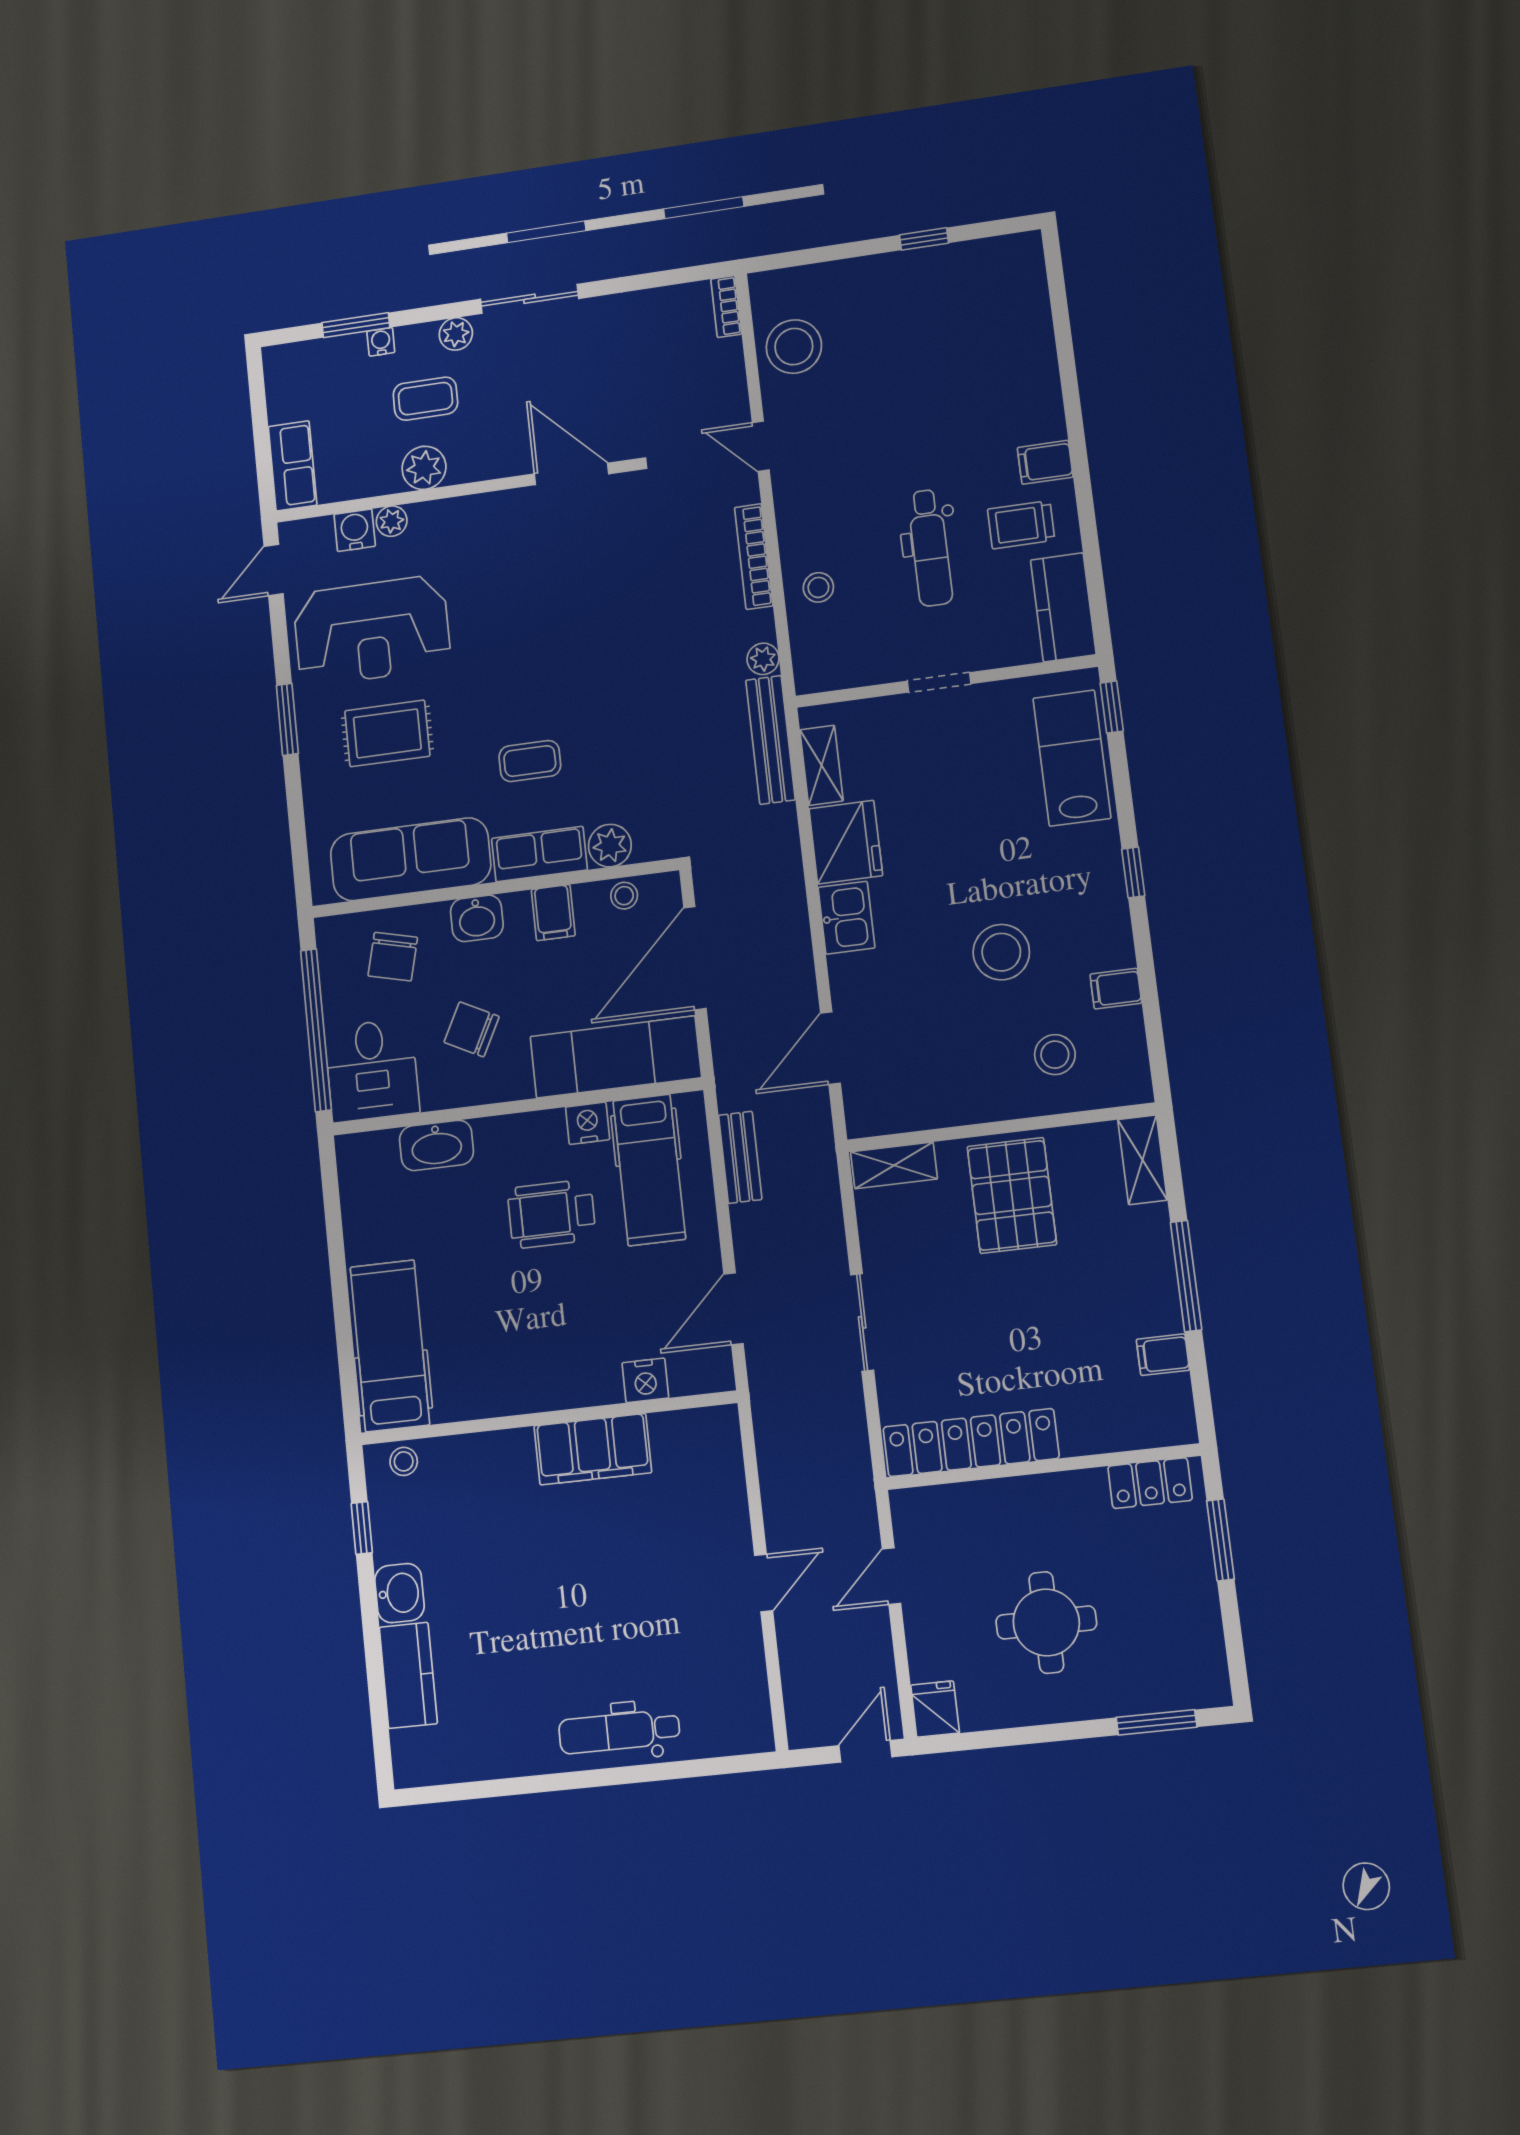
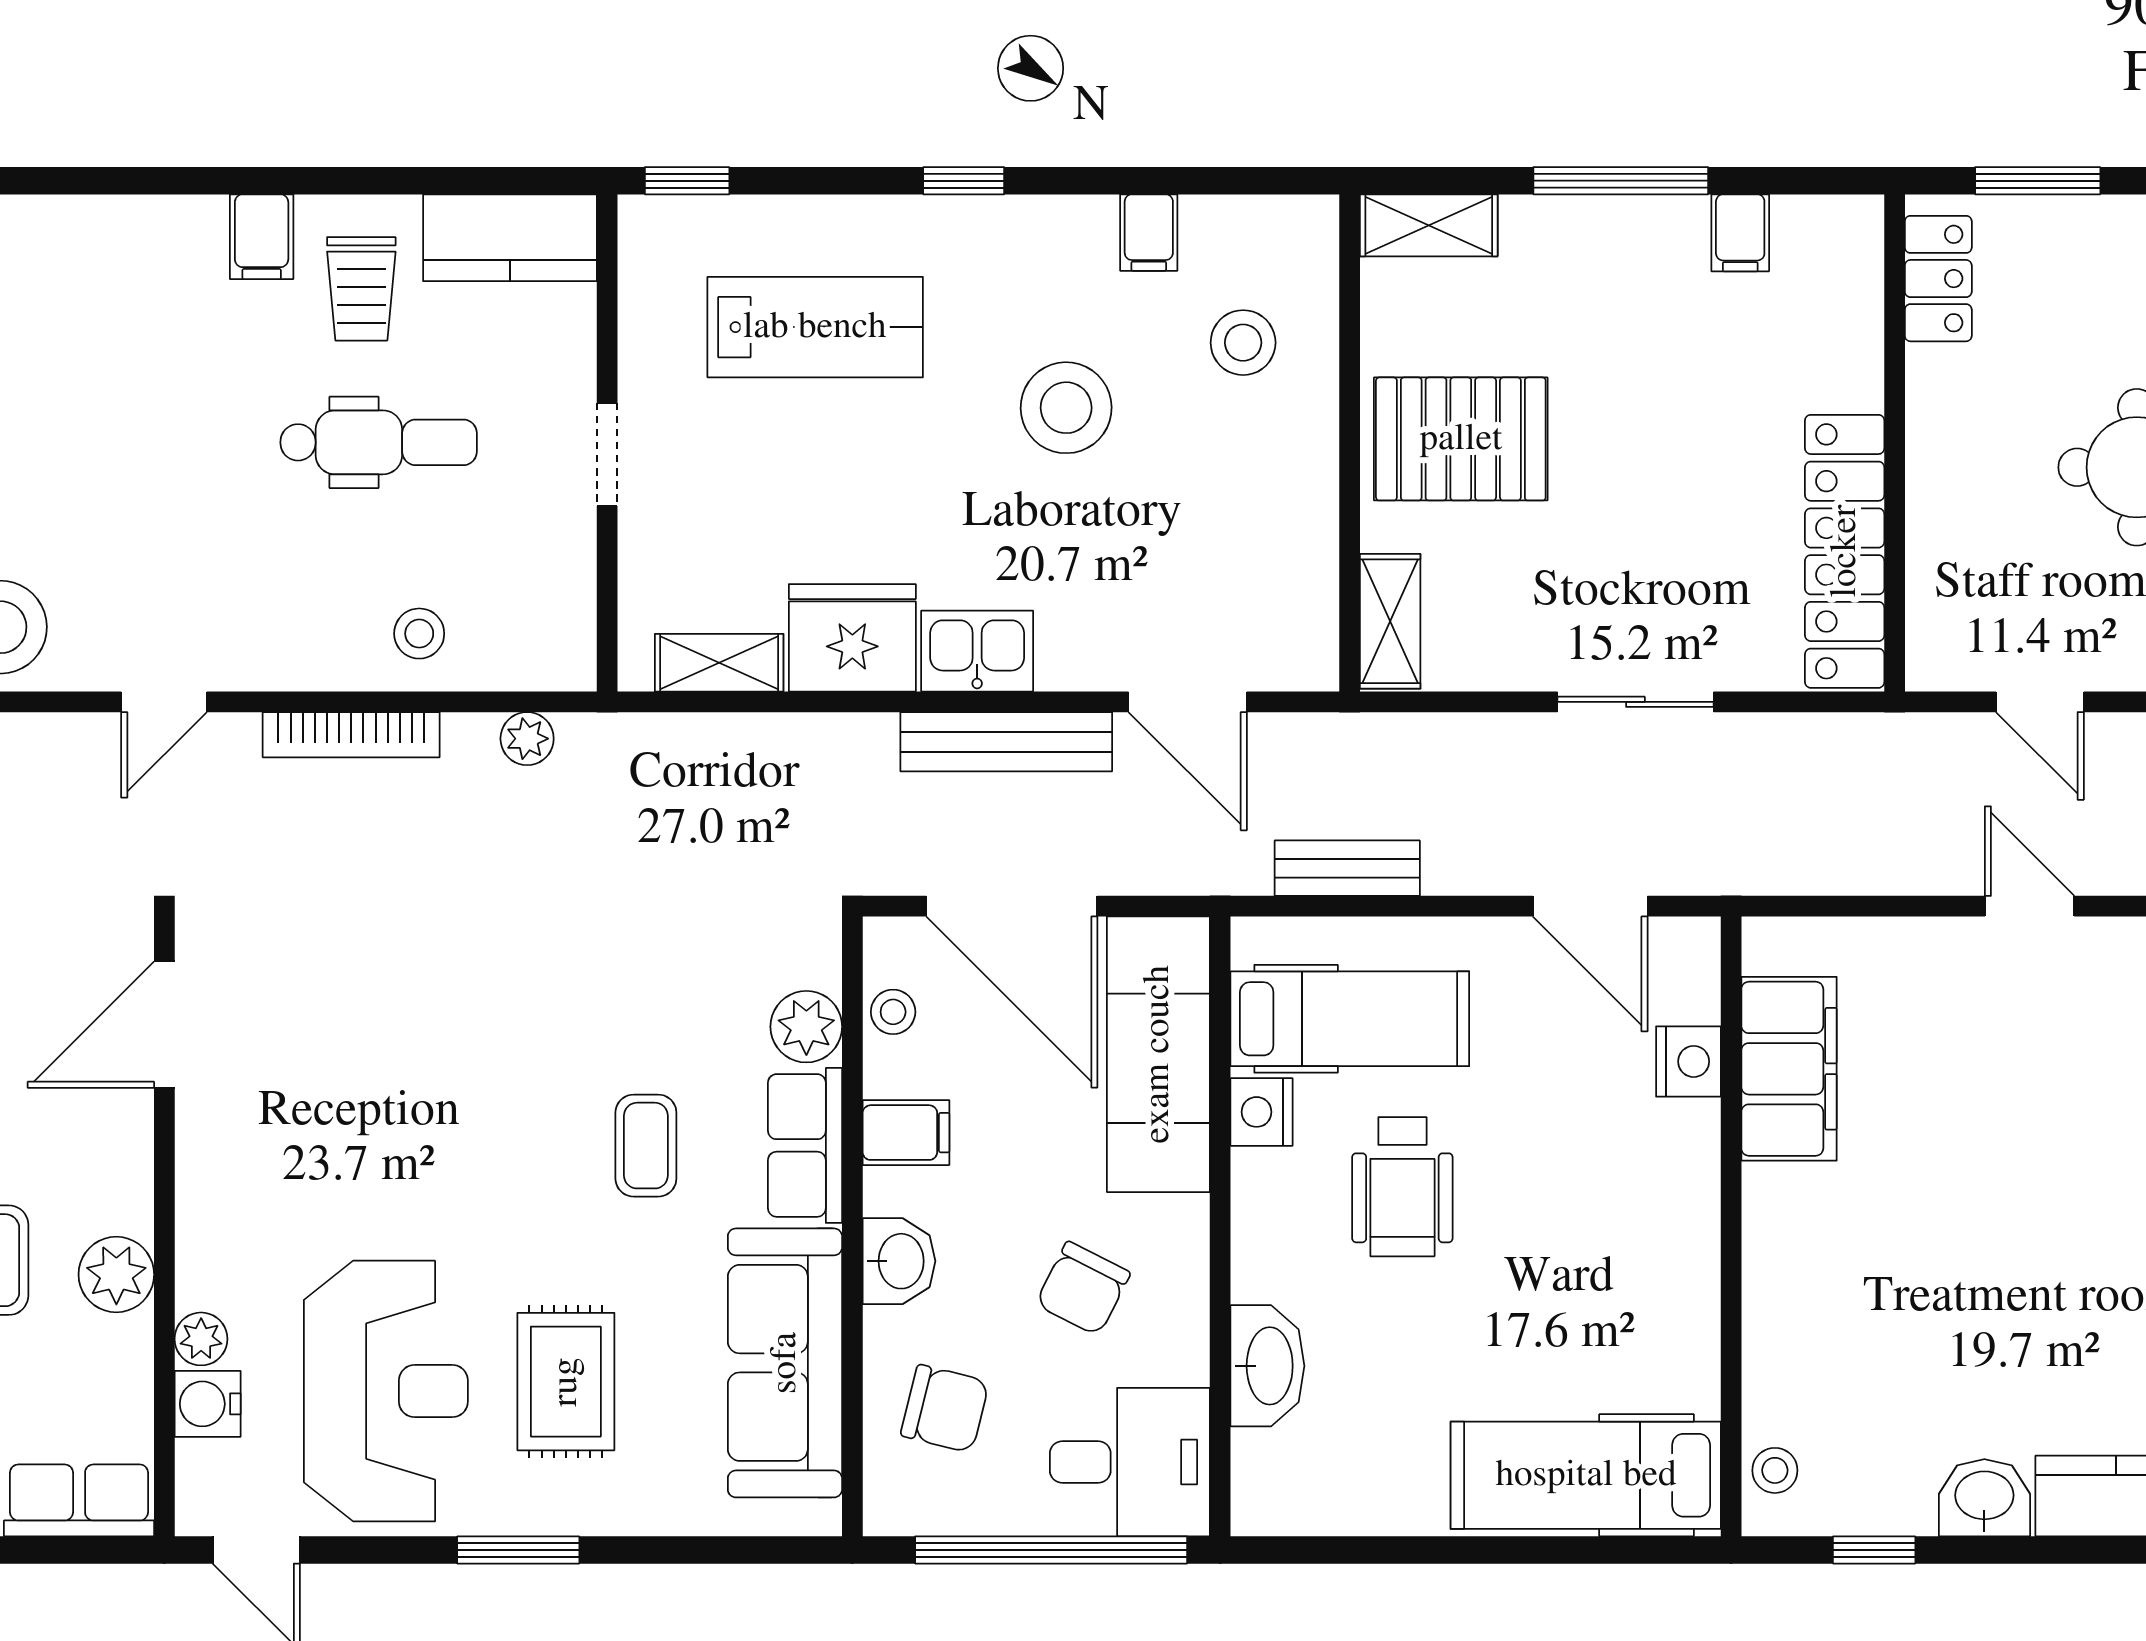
bench: (770, 740) -> (1006, 742), moved
lab bench: (1072, 758) -> (815, 327), moved, turned 180
filing cabinet: (593, 1449) -> (1789, 1069), moved

